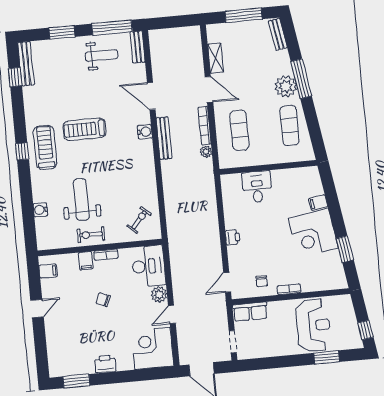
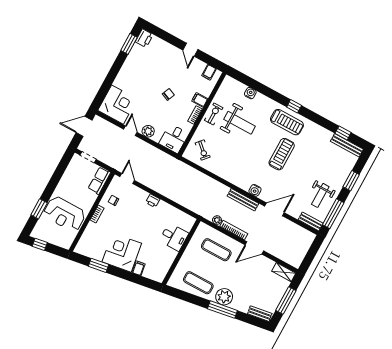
shelving: (216, 58) -> (284, 272), moved
desk: (148, 266) -> (174, 139), width x0.73
printer: (105, 364) -> (144, 38), moved

